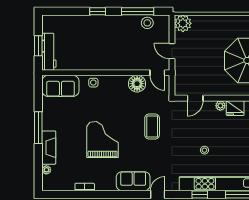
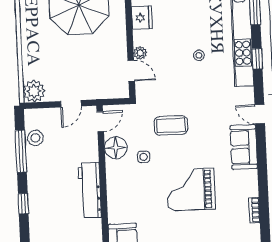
workbench: (105, 62) -> (90, 190), added
side table: (93, 83) -> (144, 157), moved
plant: (220, 106) -> (140, 53), moved

